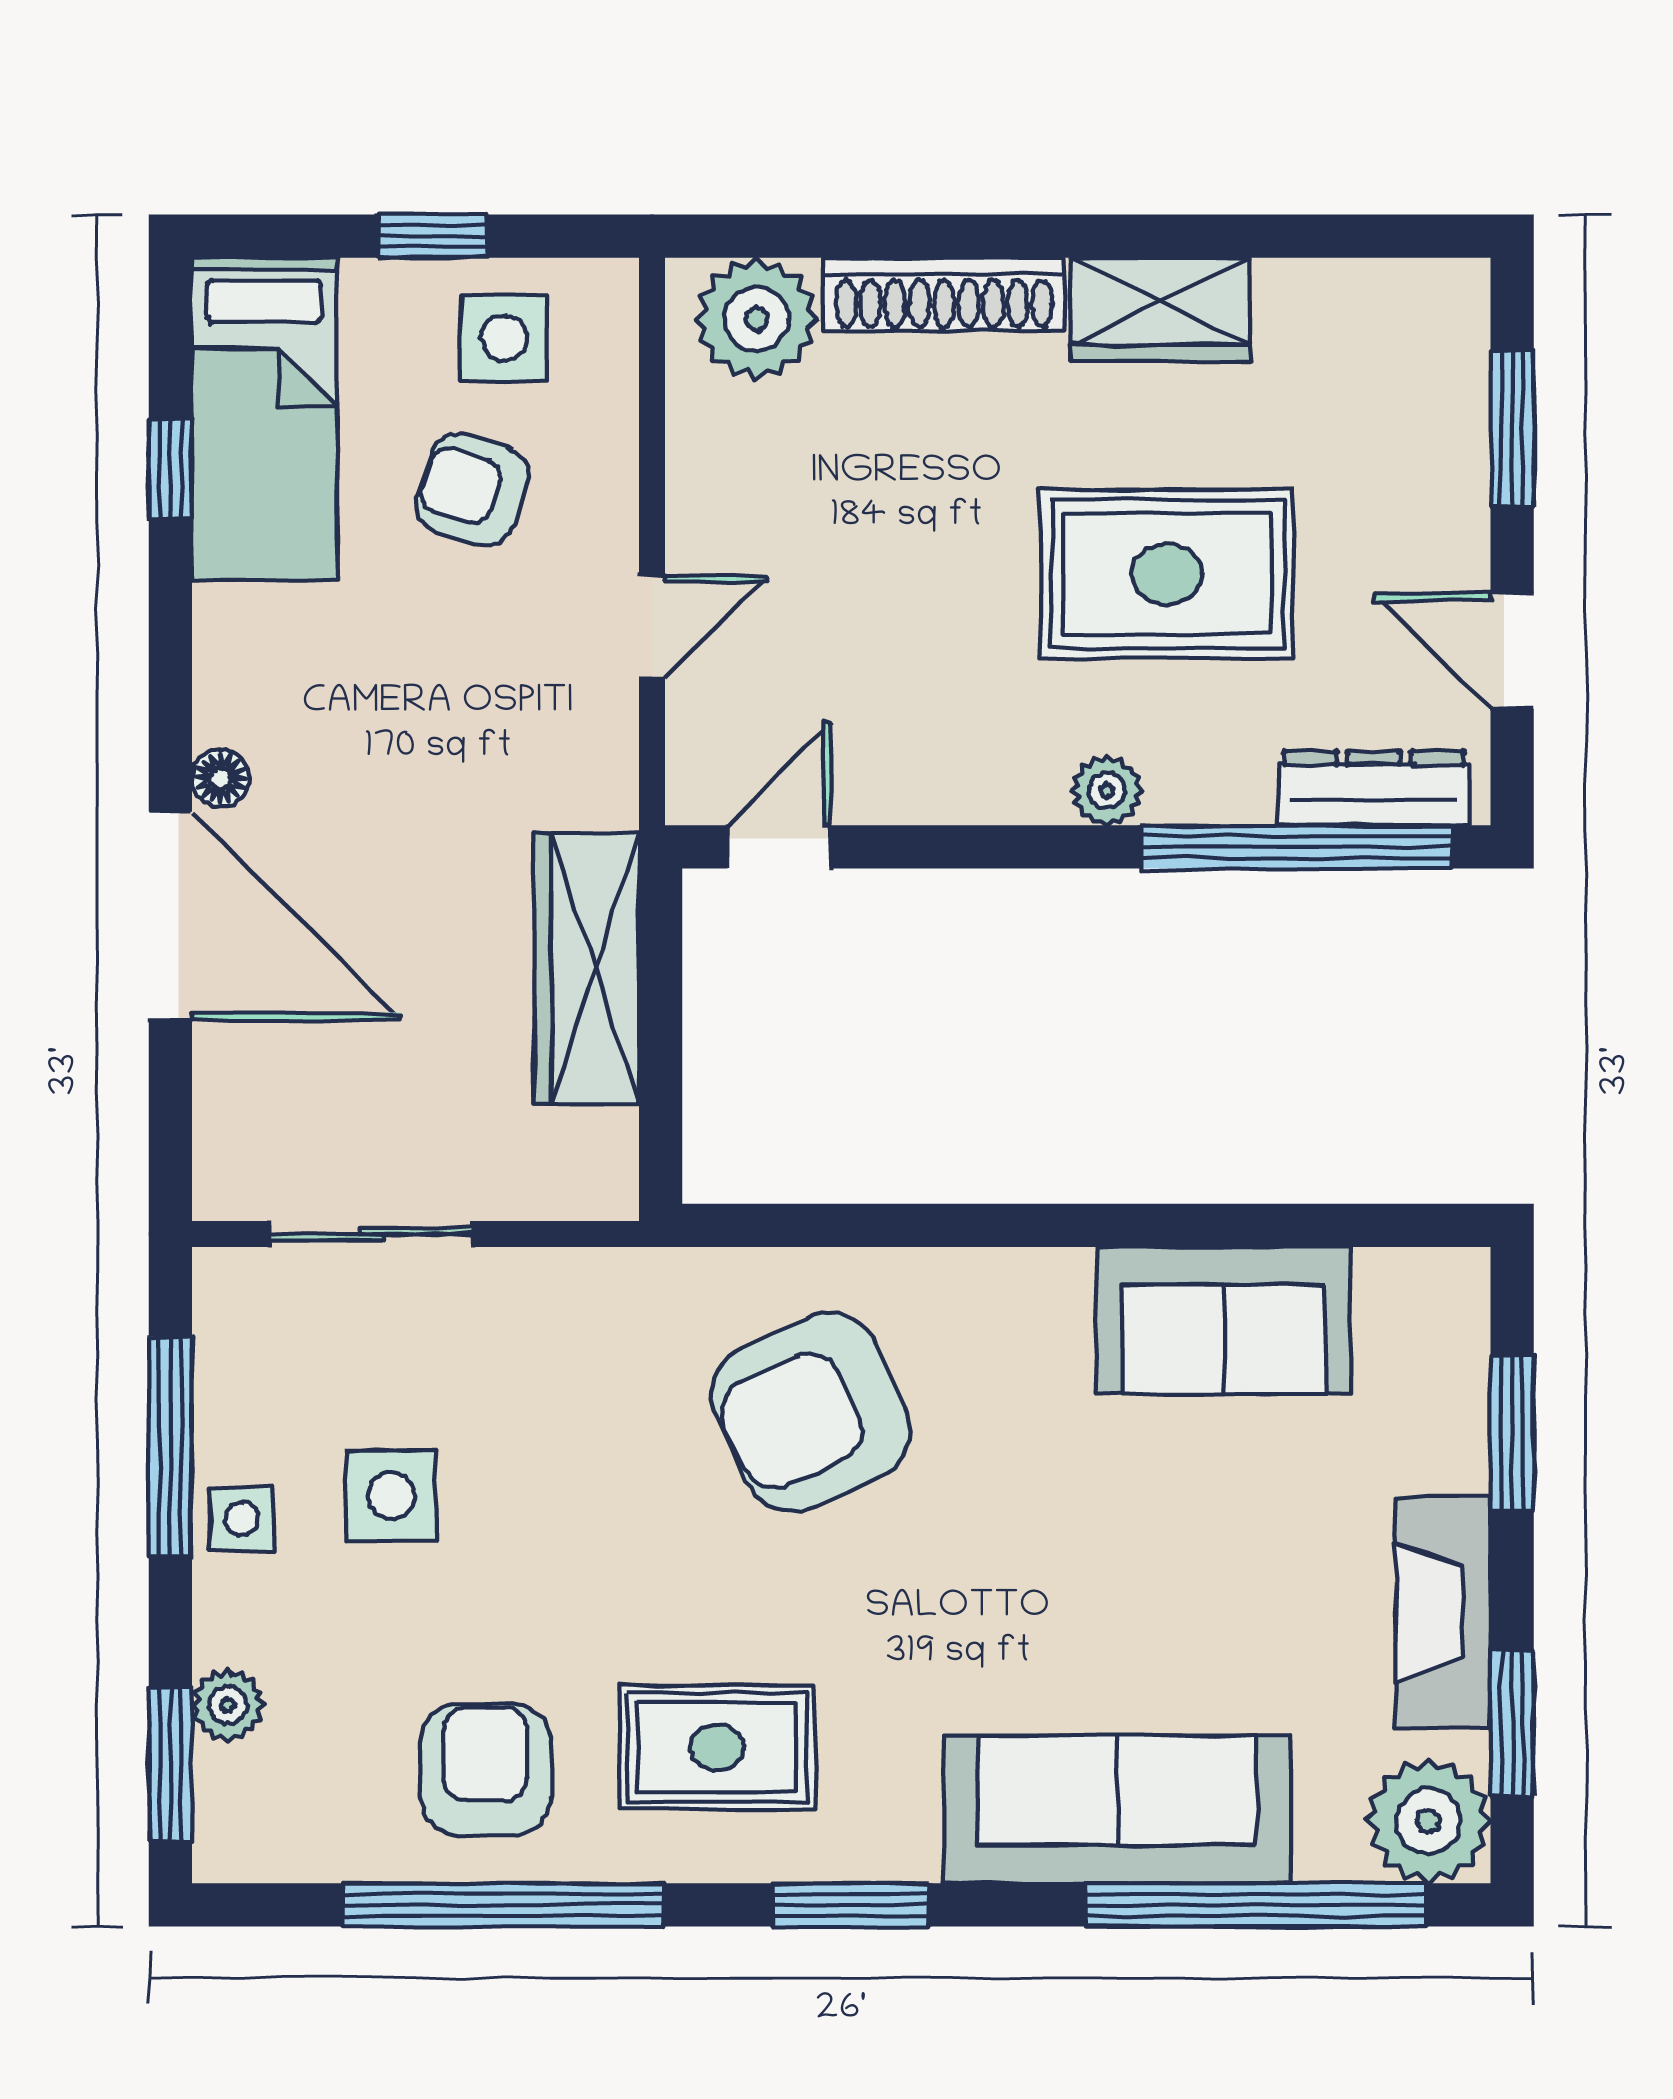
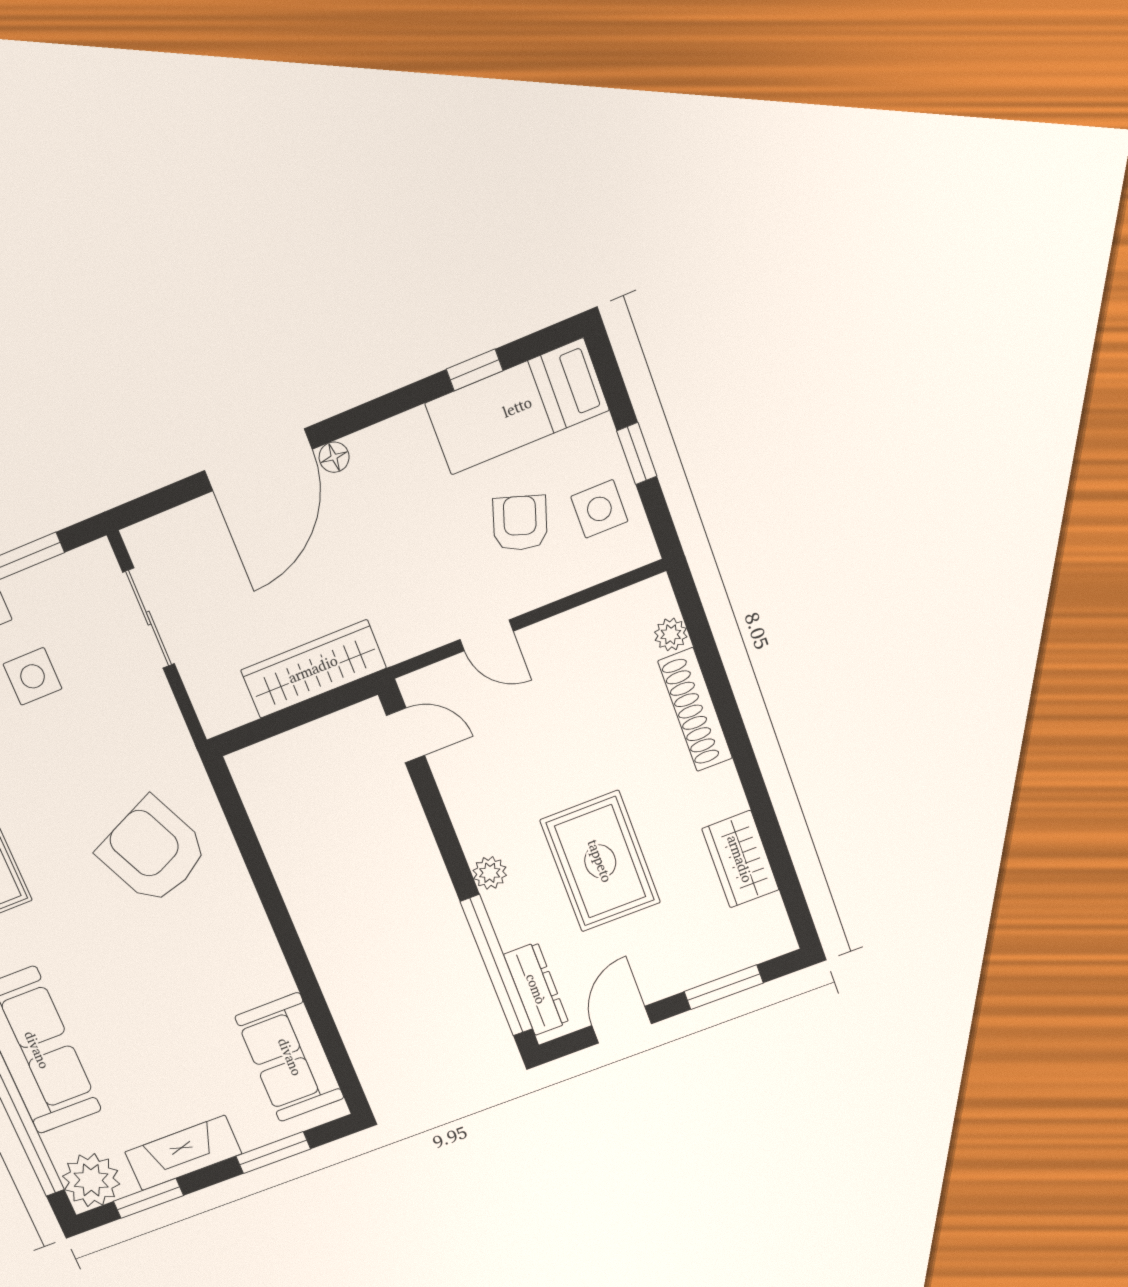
wardrobe: (1160, 310) -> (740, 859), moved
plant: (756, 319) -> (671, 634), width x0.53, depth x0.53
sofa: (1224, 1320) -> (290, 1057), moved

